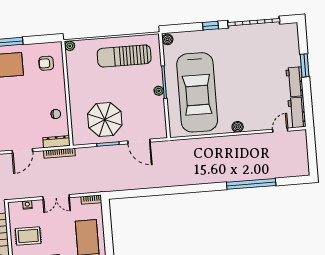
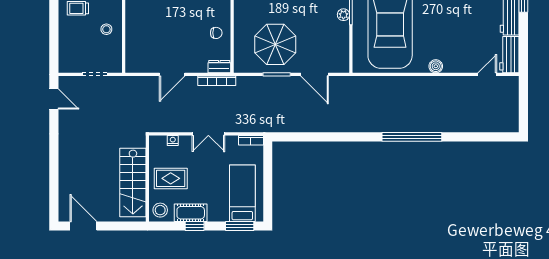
dresser: (56, 142) -> (219, 67), width x0.70
window: (251, 184) -> (412, 137), moved

